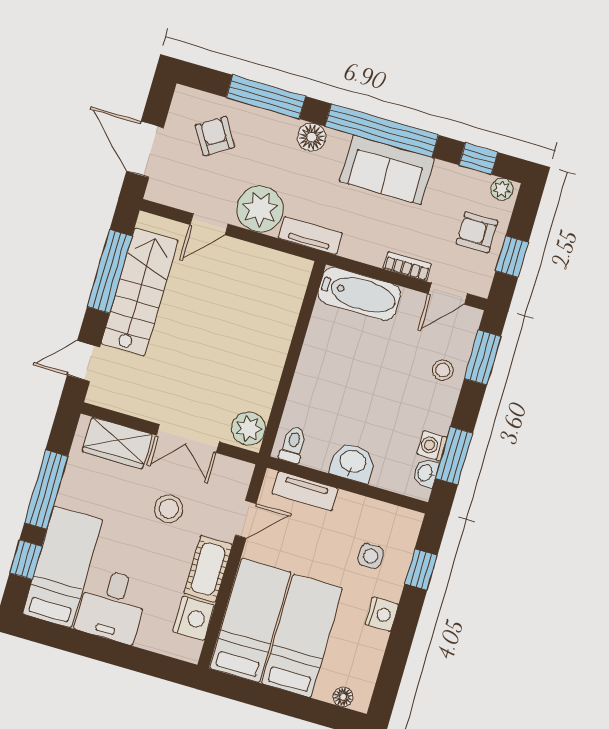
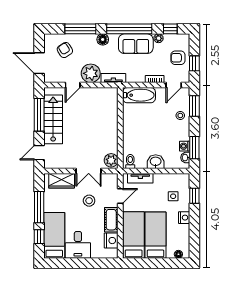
plant: (502, 189) -> (159, 38), moved

